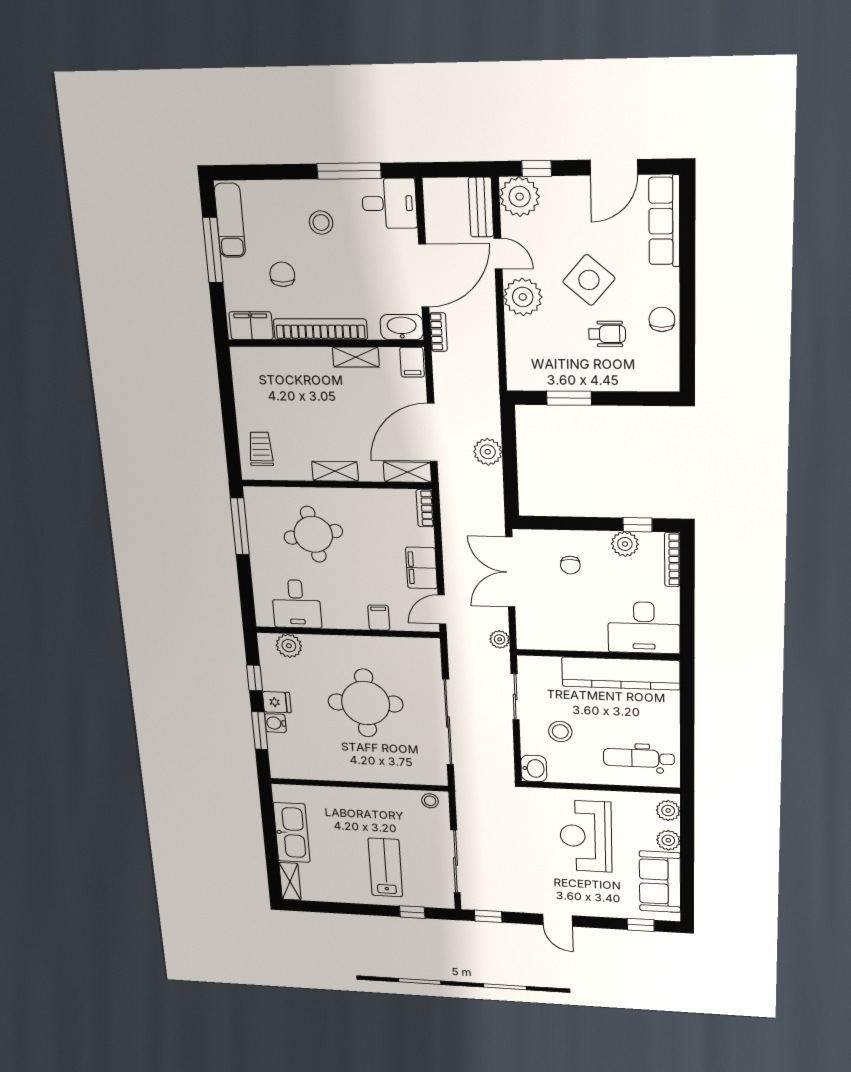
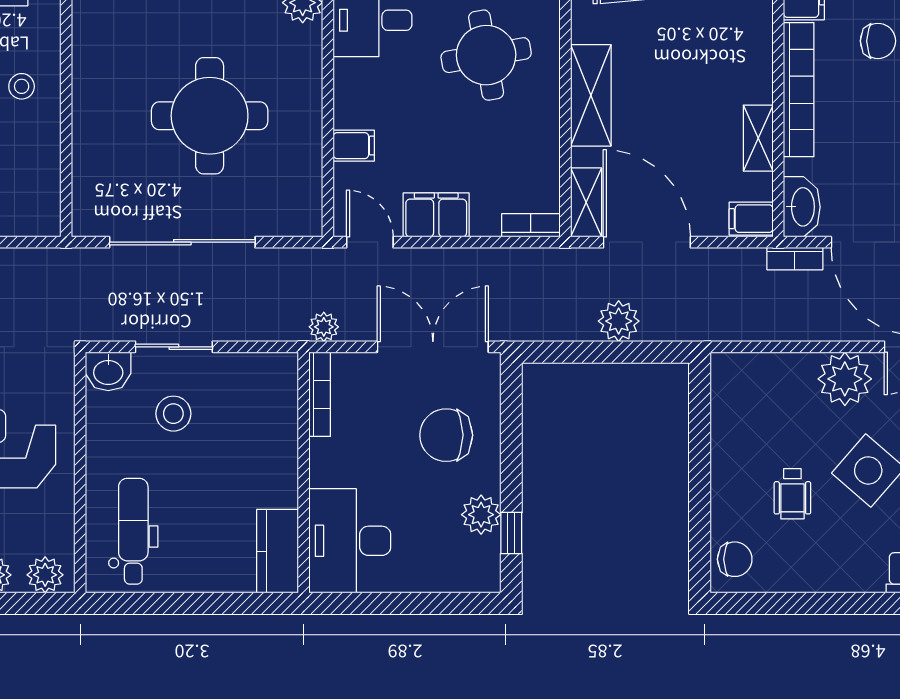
chair: (662, 319) -> (735, 559), moved
window: (569, 398) -> (700, 439), removed
shelving: (335, 471) -> (591, 95), width x1.50, depth x1.33
bookcase: (672, 559) -> (320, 394), moved, turned 90
chair: (570, 565) -> (446, 435), width x1.87, depth x1.87
kitchen counter: (621, 674) -> (277, 551), width x0.48, depth x0.86
sliding door: (515, 697) -> (174, 347), moved
stool: (430, 801) -> (22, 86), moved

